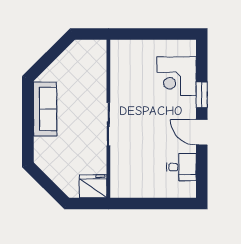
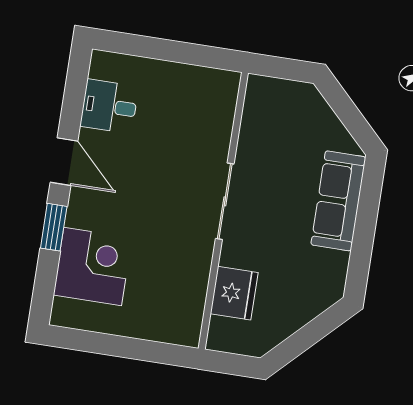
sofa: (45, 109) -> (338, 201), moved
fridge: (93, 186) -> (234, 293), moved, turned -90

